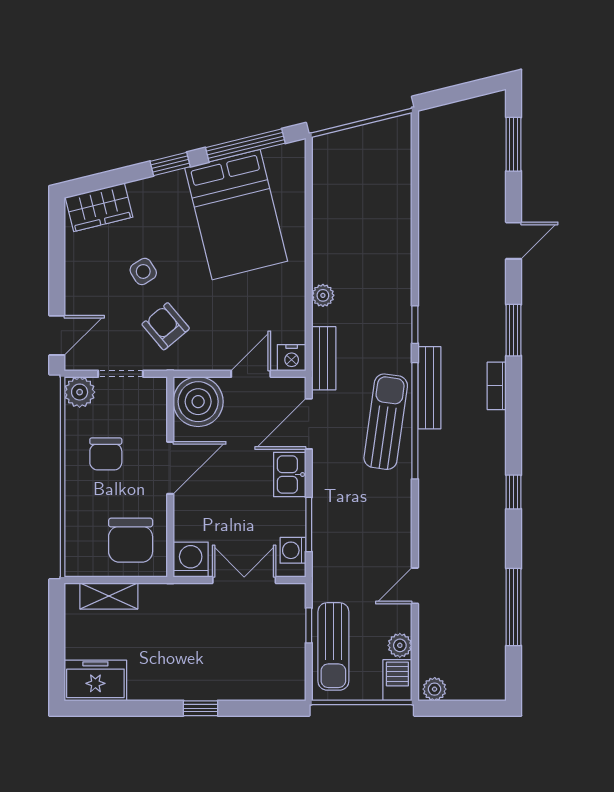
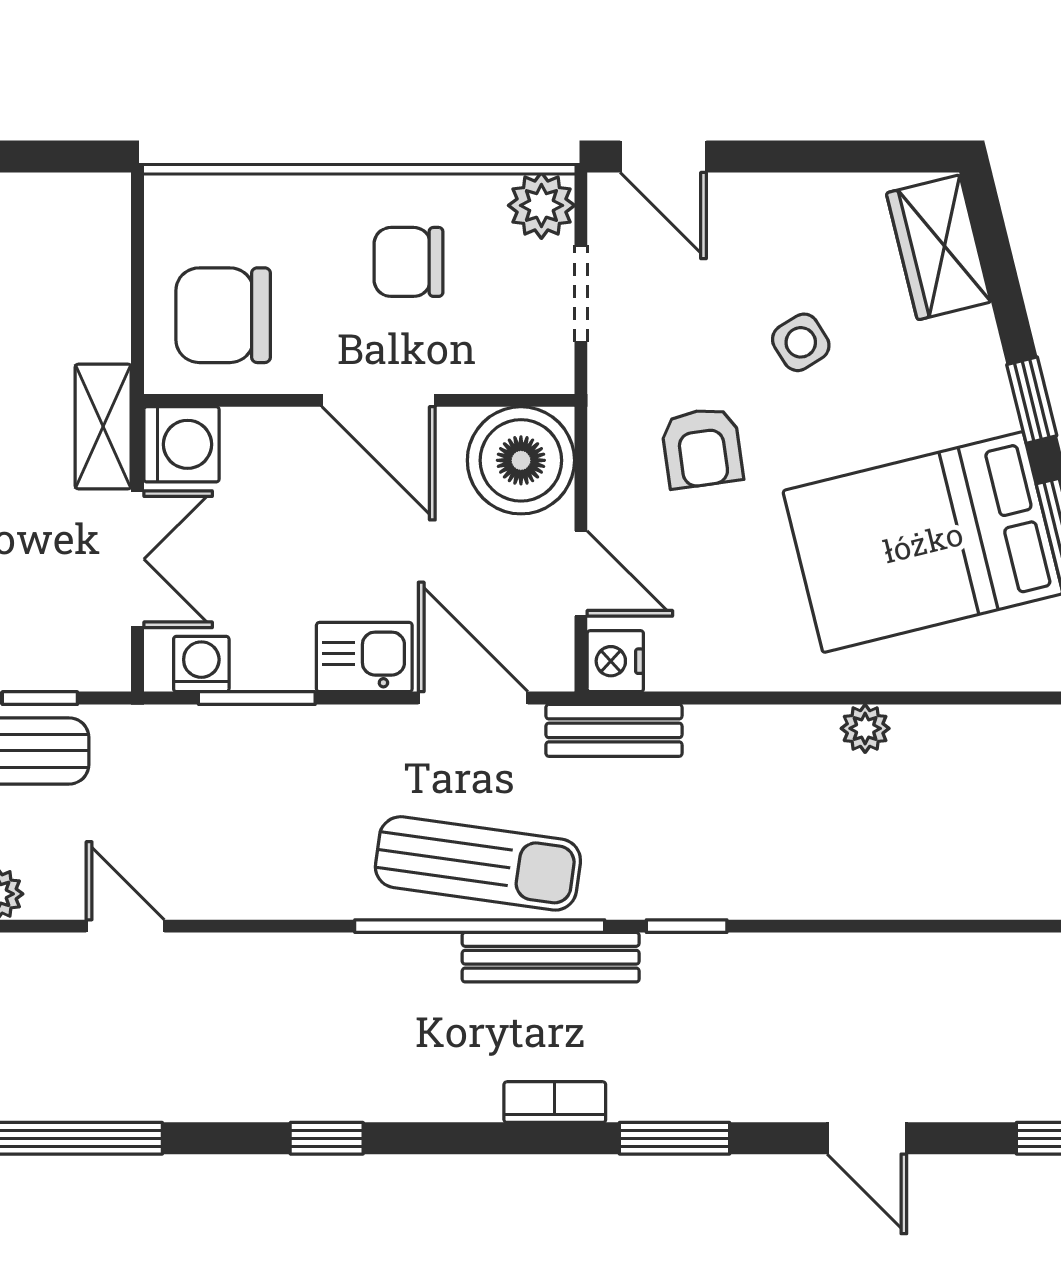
plant: (323, 295) -> (865, 728), moved
armchair: (166, 326) -> (702, 448), moved, turned 122
shelving: (109, 596) -> (103, 427), moved

